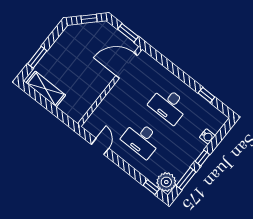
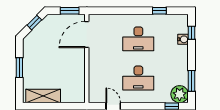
window: (37, 57) -> (19, 68), moved
window: (202, 158) -> (192, 33), moved

